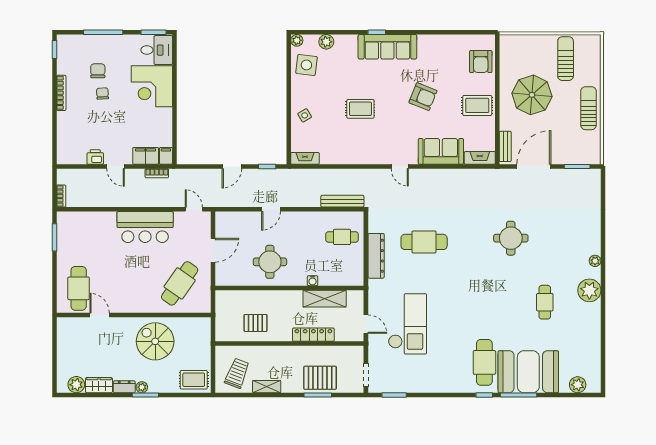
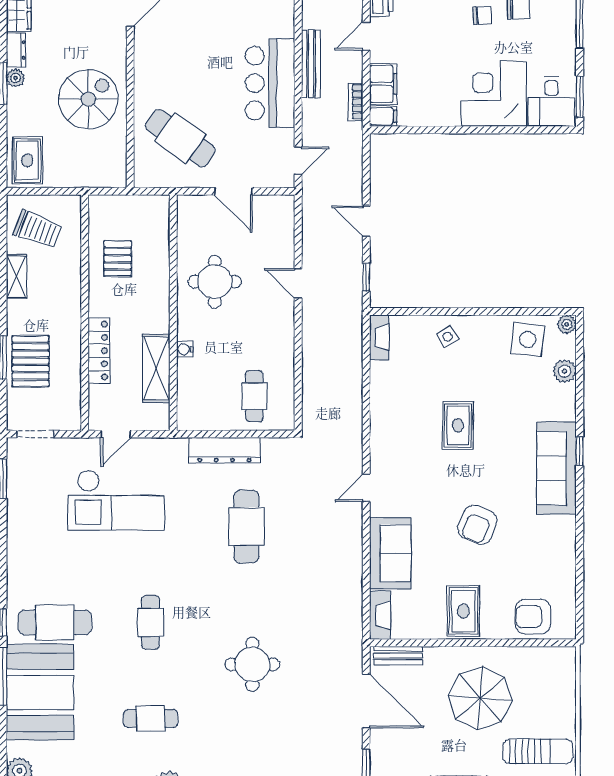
bench: (342, 201) -> (311, 64), moved
cafe table: (484, 302) -> (151, 622), added

